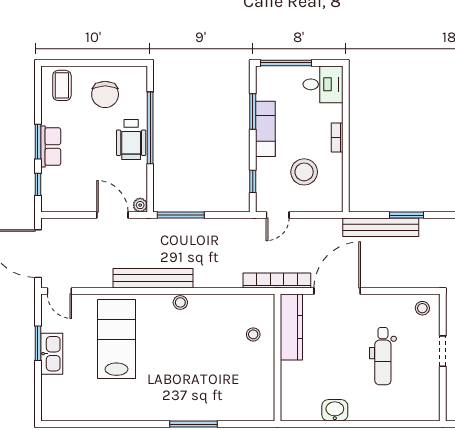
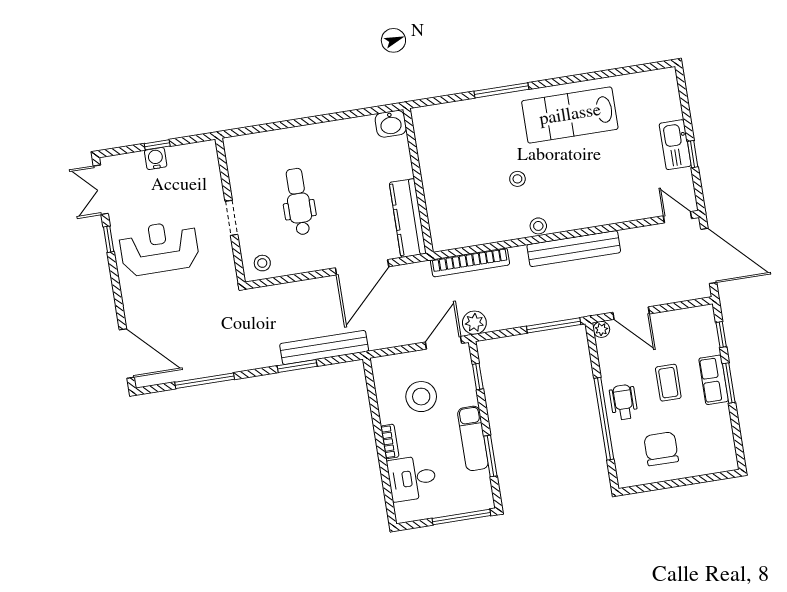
desk: (323, 84) -> (412, 478), moved
coffee table: (62, 85) -> (668, 383), moved
wheelchair: (131, 140) -> (623, 402), width x0.73, depth x0.73
door: (278, 215) -> (444, 343), width x1.37
plant: (248, 228) -> (474, 323), added
bookcase: (277, 281) -> (470, 262), moved
stool: (253, 334) -> (517, 179), moved
lab bench: (116, 339) -> (570, 115), moved, turned 90
window: (38, 343) -> (693, 154), width x0.67
washbasin: (335, 410) -> (391, 124), moved

